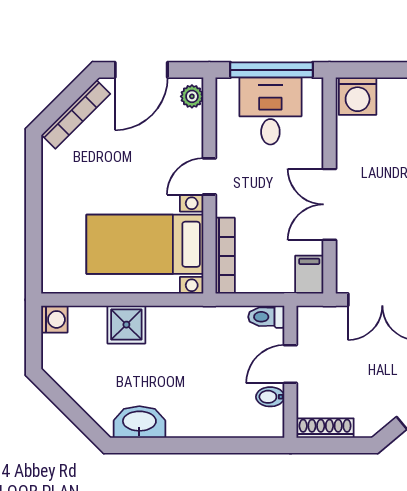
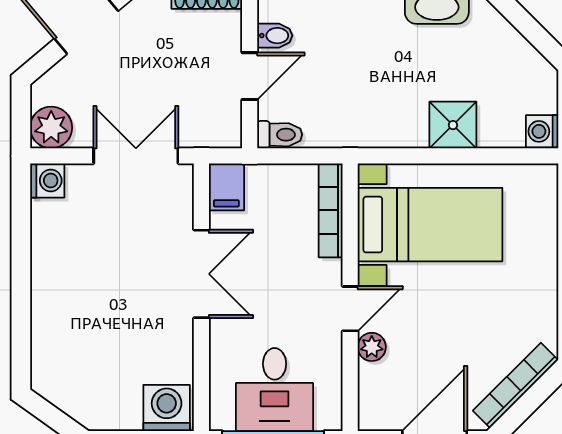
plant: (192, 96) -> (372, 347), moved

